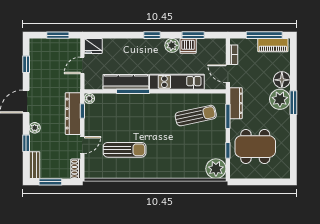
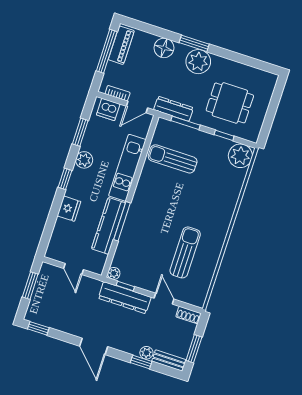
fridge: (93, 46) -> (69, 209), moved
dishwasher: (188, 46) -> (108, 109), moved, turned 90
window: (26, 64) -> (38, 328), moved
plant: (280, 99) -> (198, 62), moved
sun lounger: (196, 116) -> (173, 159), turned -78
plant: (35, 128) -> (146, 353), moved
dining table: (255, 147) -> (230, 103), width x0.73

